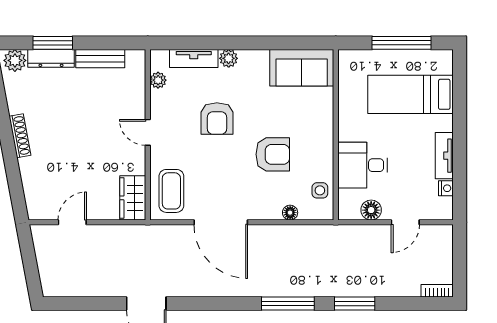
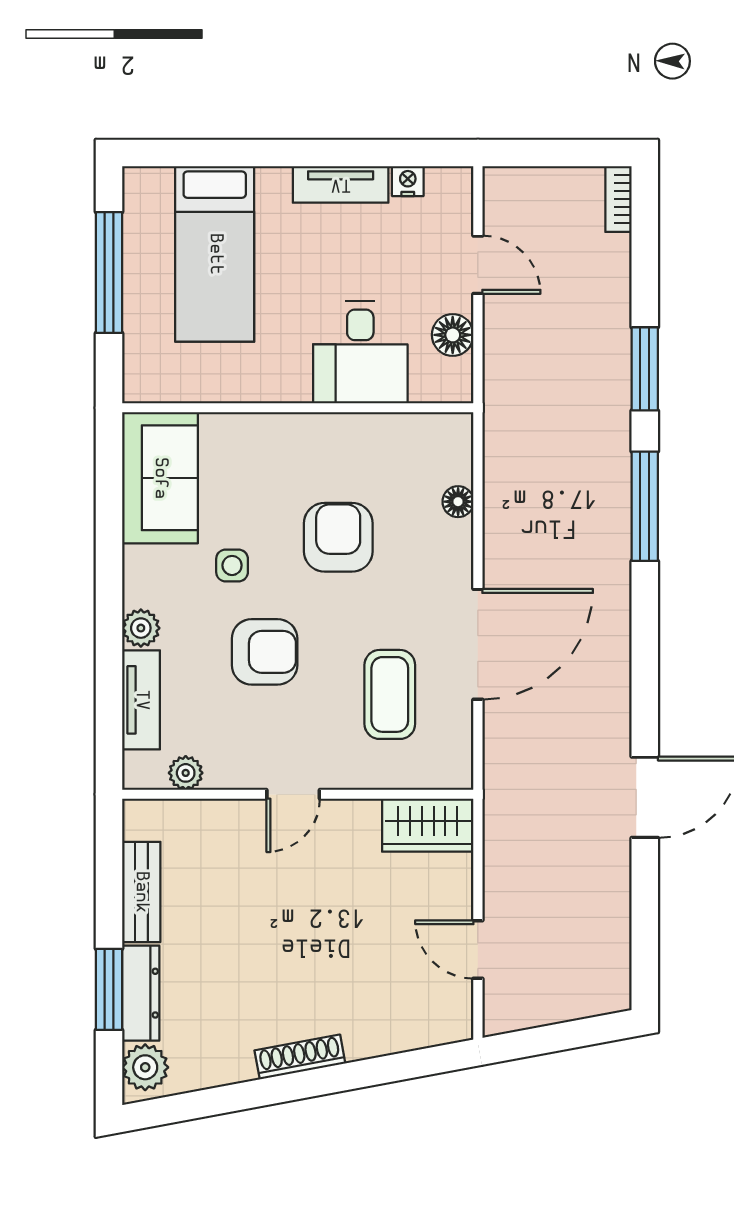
side table: (320, 190) -> (232, 565), moved
coffee table: (171, 191) -> (390, 694), moved, turned 90

